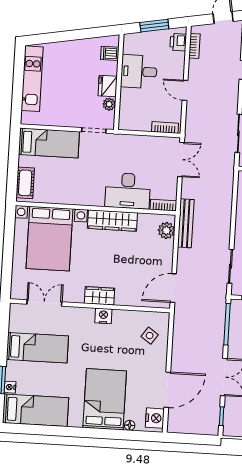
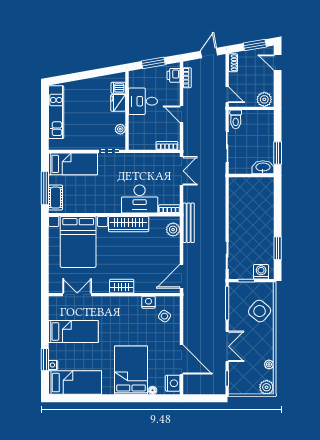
fridge: (108, 86) -> (118, 103), moved
window: (13, 170) -> (45, 188), added
nightstand: (103, 316) -> (148, 302), moved
door: (167, 390) -> (181, 359), hinge flipped

